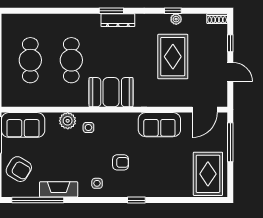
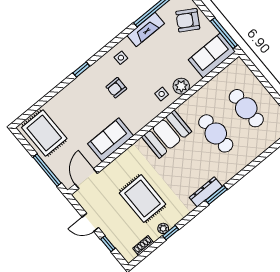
shoe rack: (217, 19) -> (143, 246), moved

